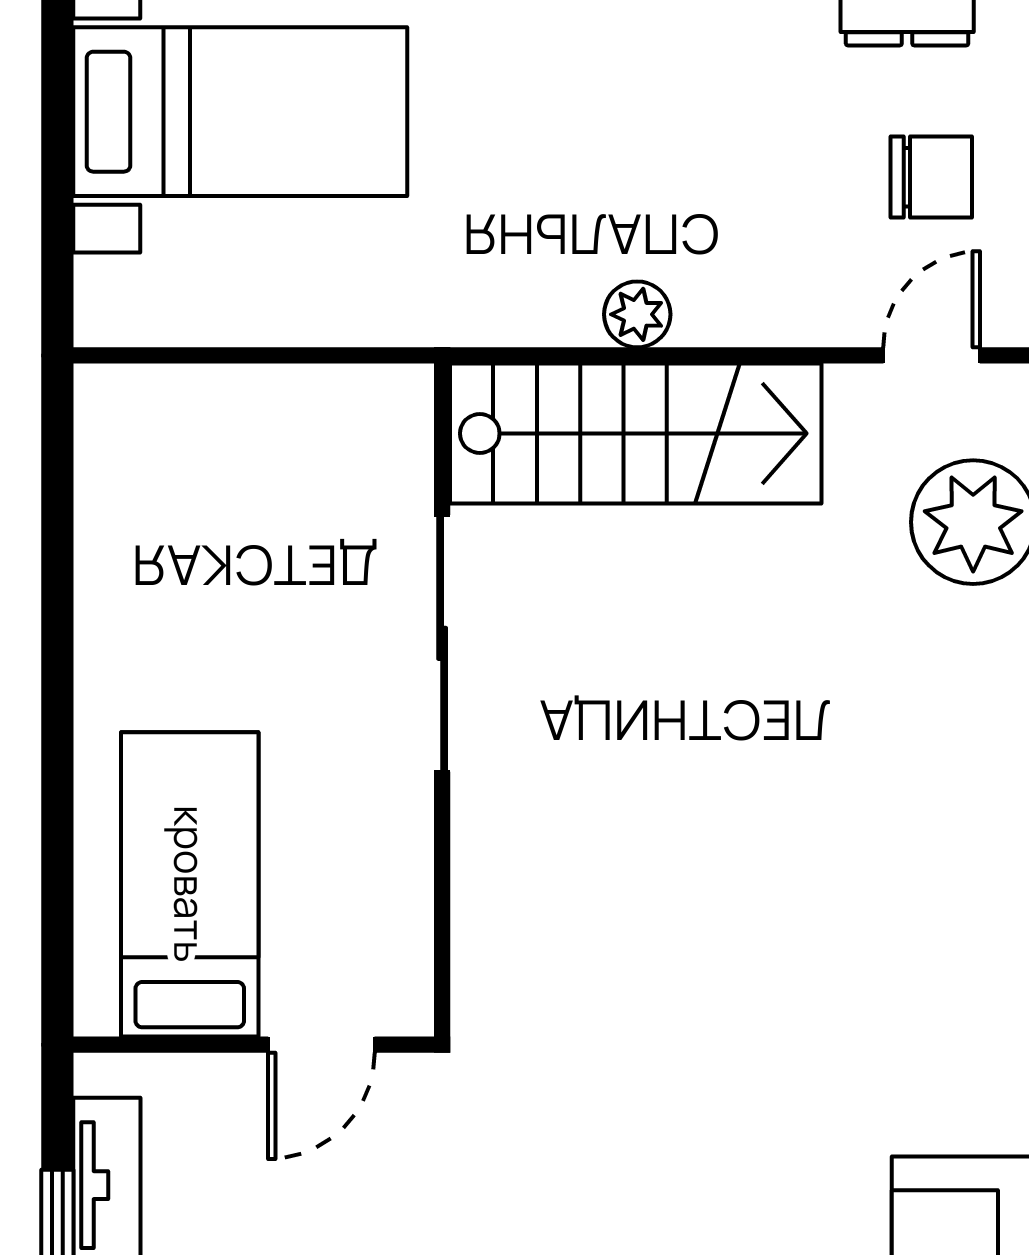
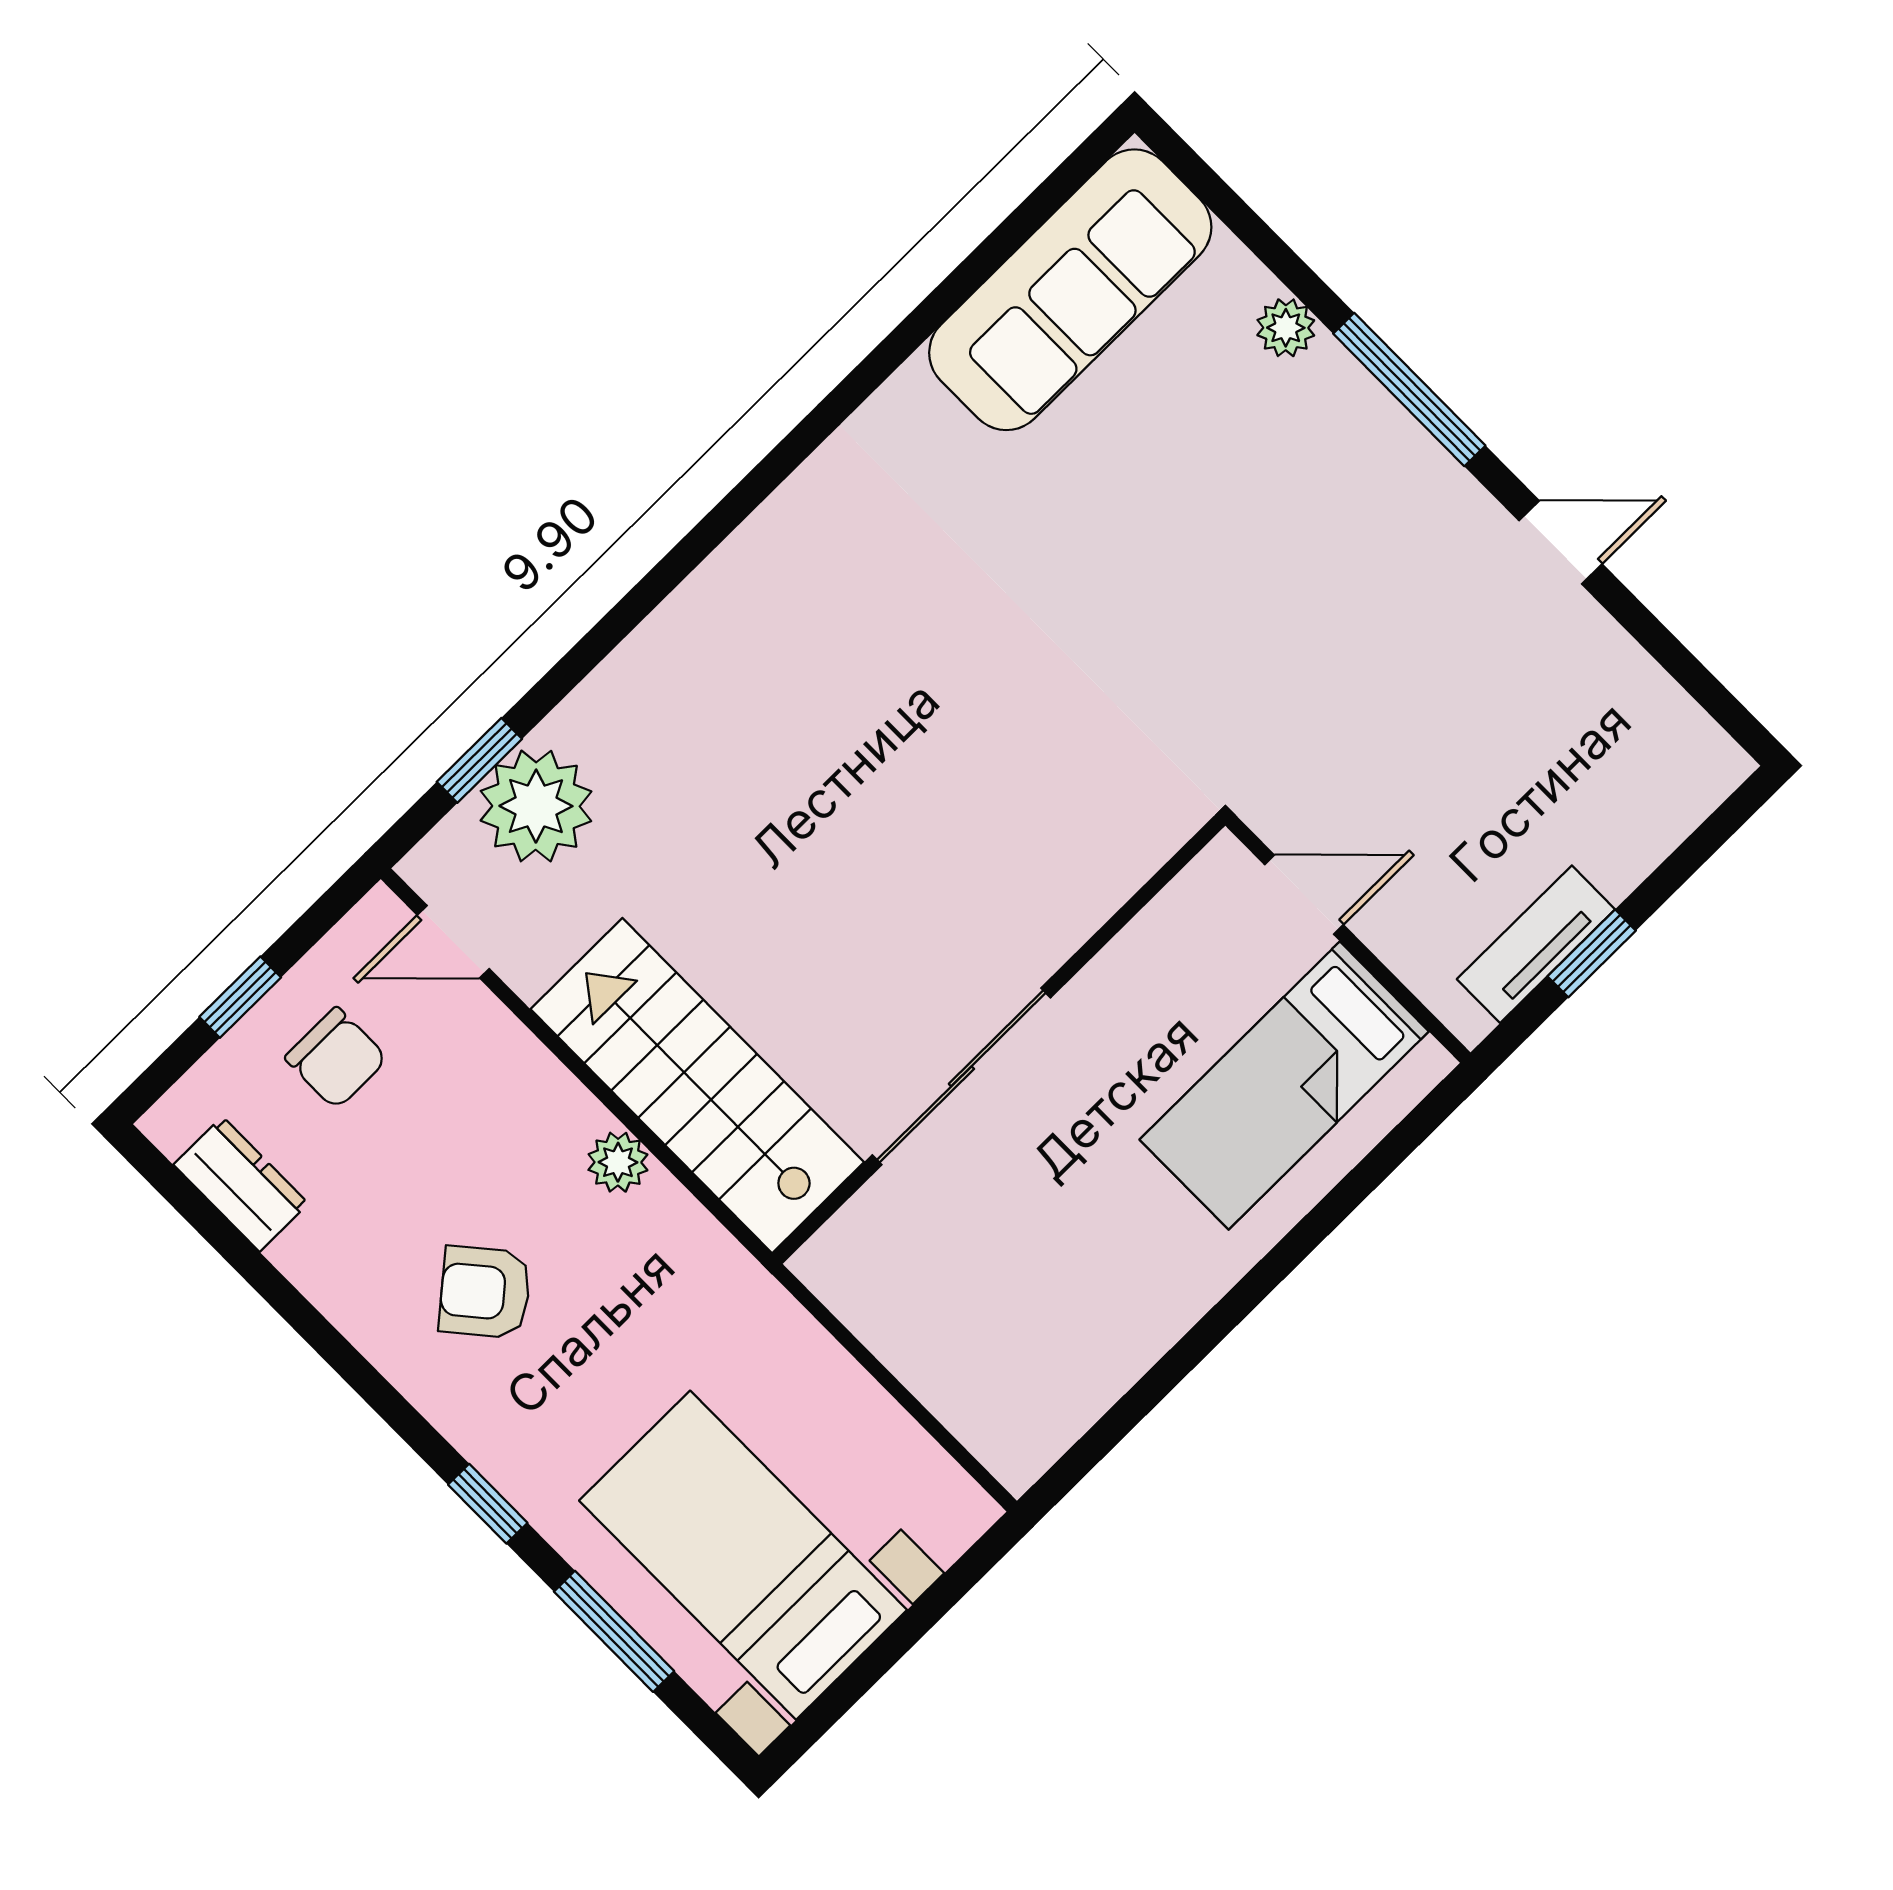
armchair: (638, 113) -> (485, 1292), added
chair: (931, 177) -> (336, 1058), turned 180

